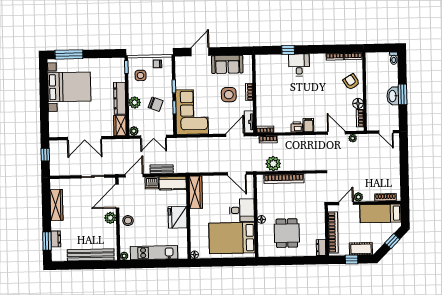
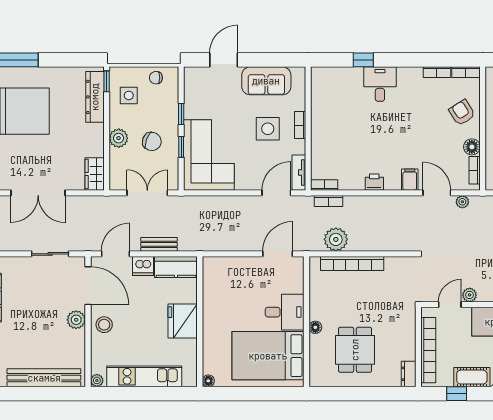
dresser: (120, 98) -> (95, 97), moved
filing cabinet: (308, 125) -> (410, 180), moved
plant: (134, 131) -> (116, 183), removed
double door: (154, 137) -> (147, 193), swing flipped
door: (237, 174) -> (278, 254), swing flipped
wardrobe: (196, 192) -> (212, 282), removed
door: (117, 196) -> (88, 286), swing flipped

